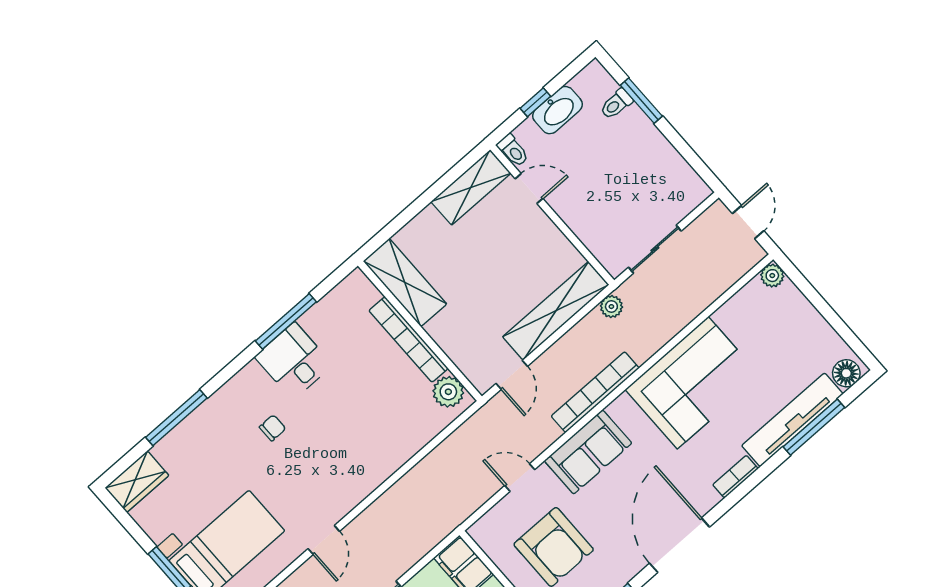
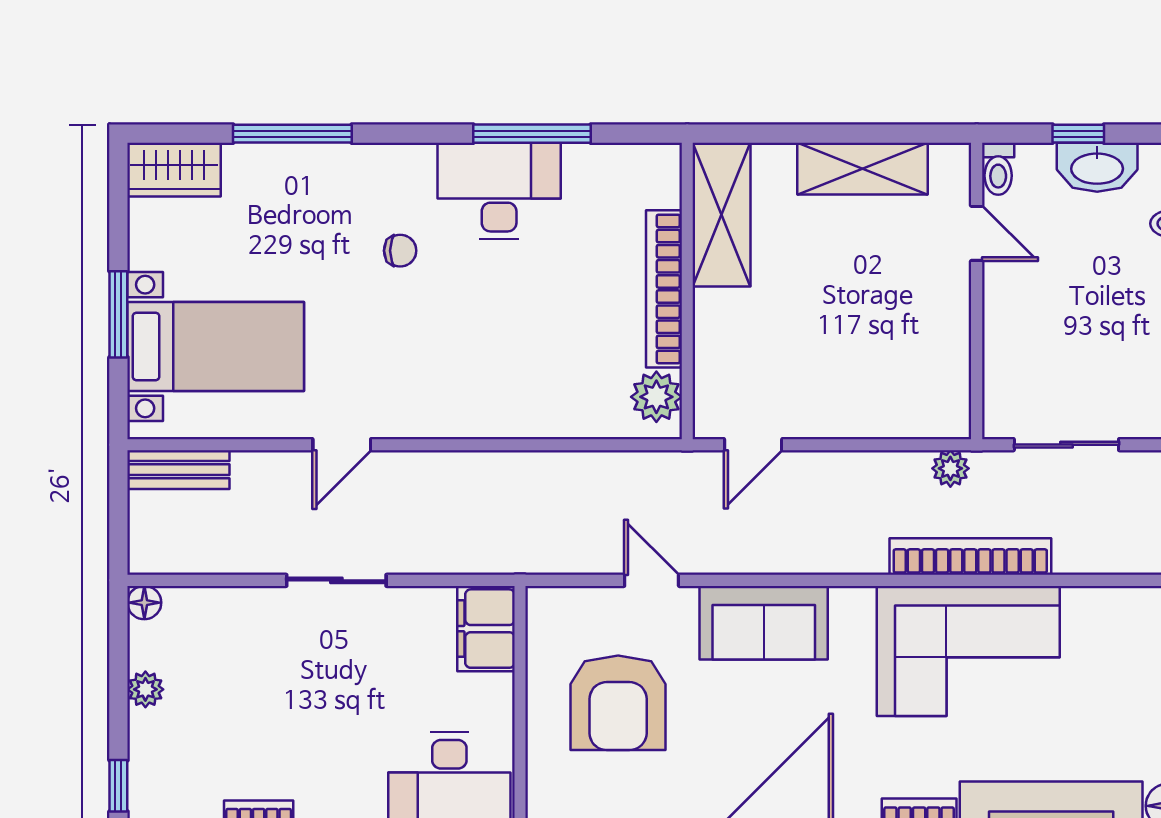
shelving: (471, 187) -> (862, 169), moved
shelving: (556, 311) -> (877, 414), removed
desk: (294, 361) -> (499, 191), width x1.37
bookcase: (595, 392) -> (970, 557), moved

